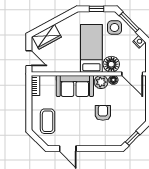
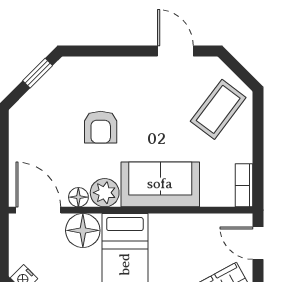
coffee table: (48, 121) -> (218, 109), turned 37

